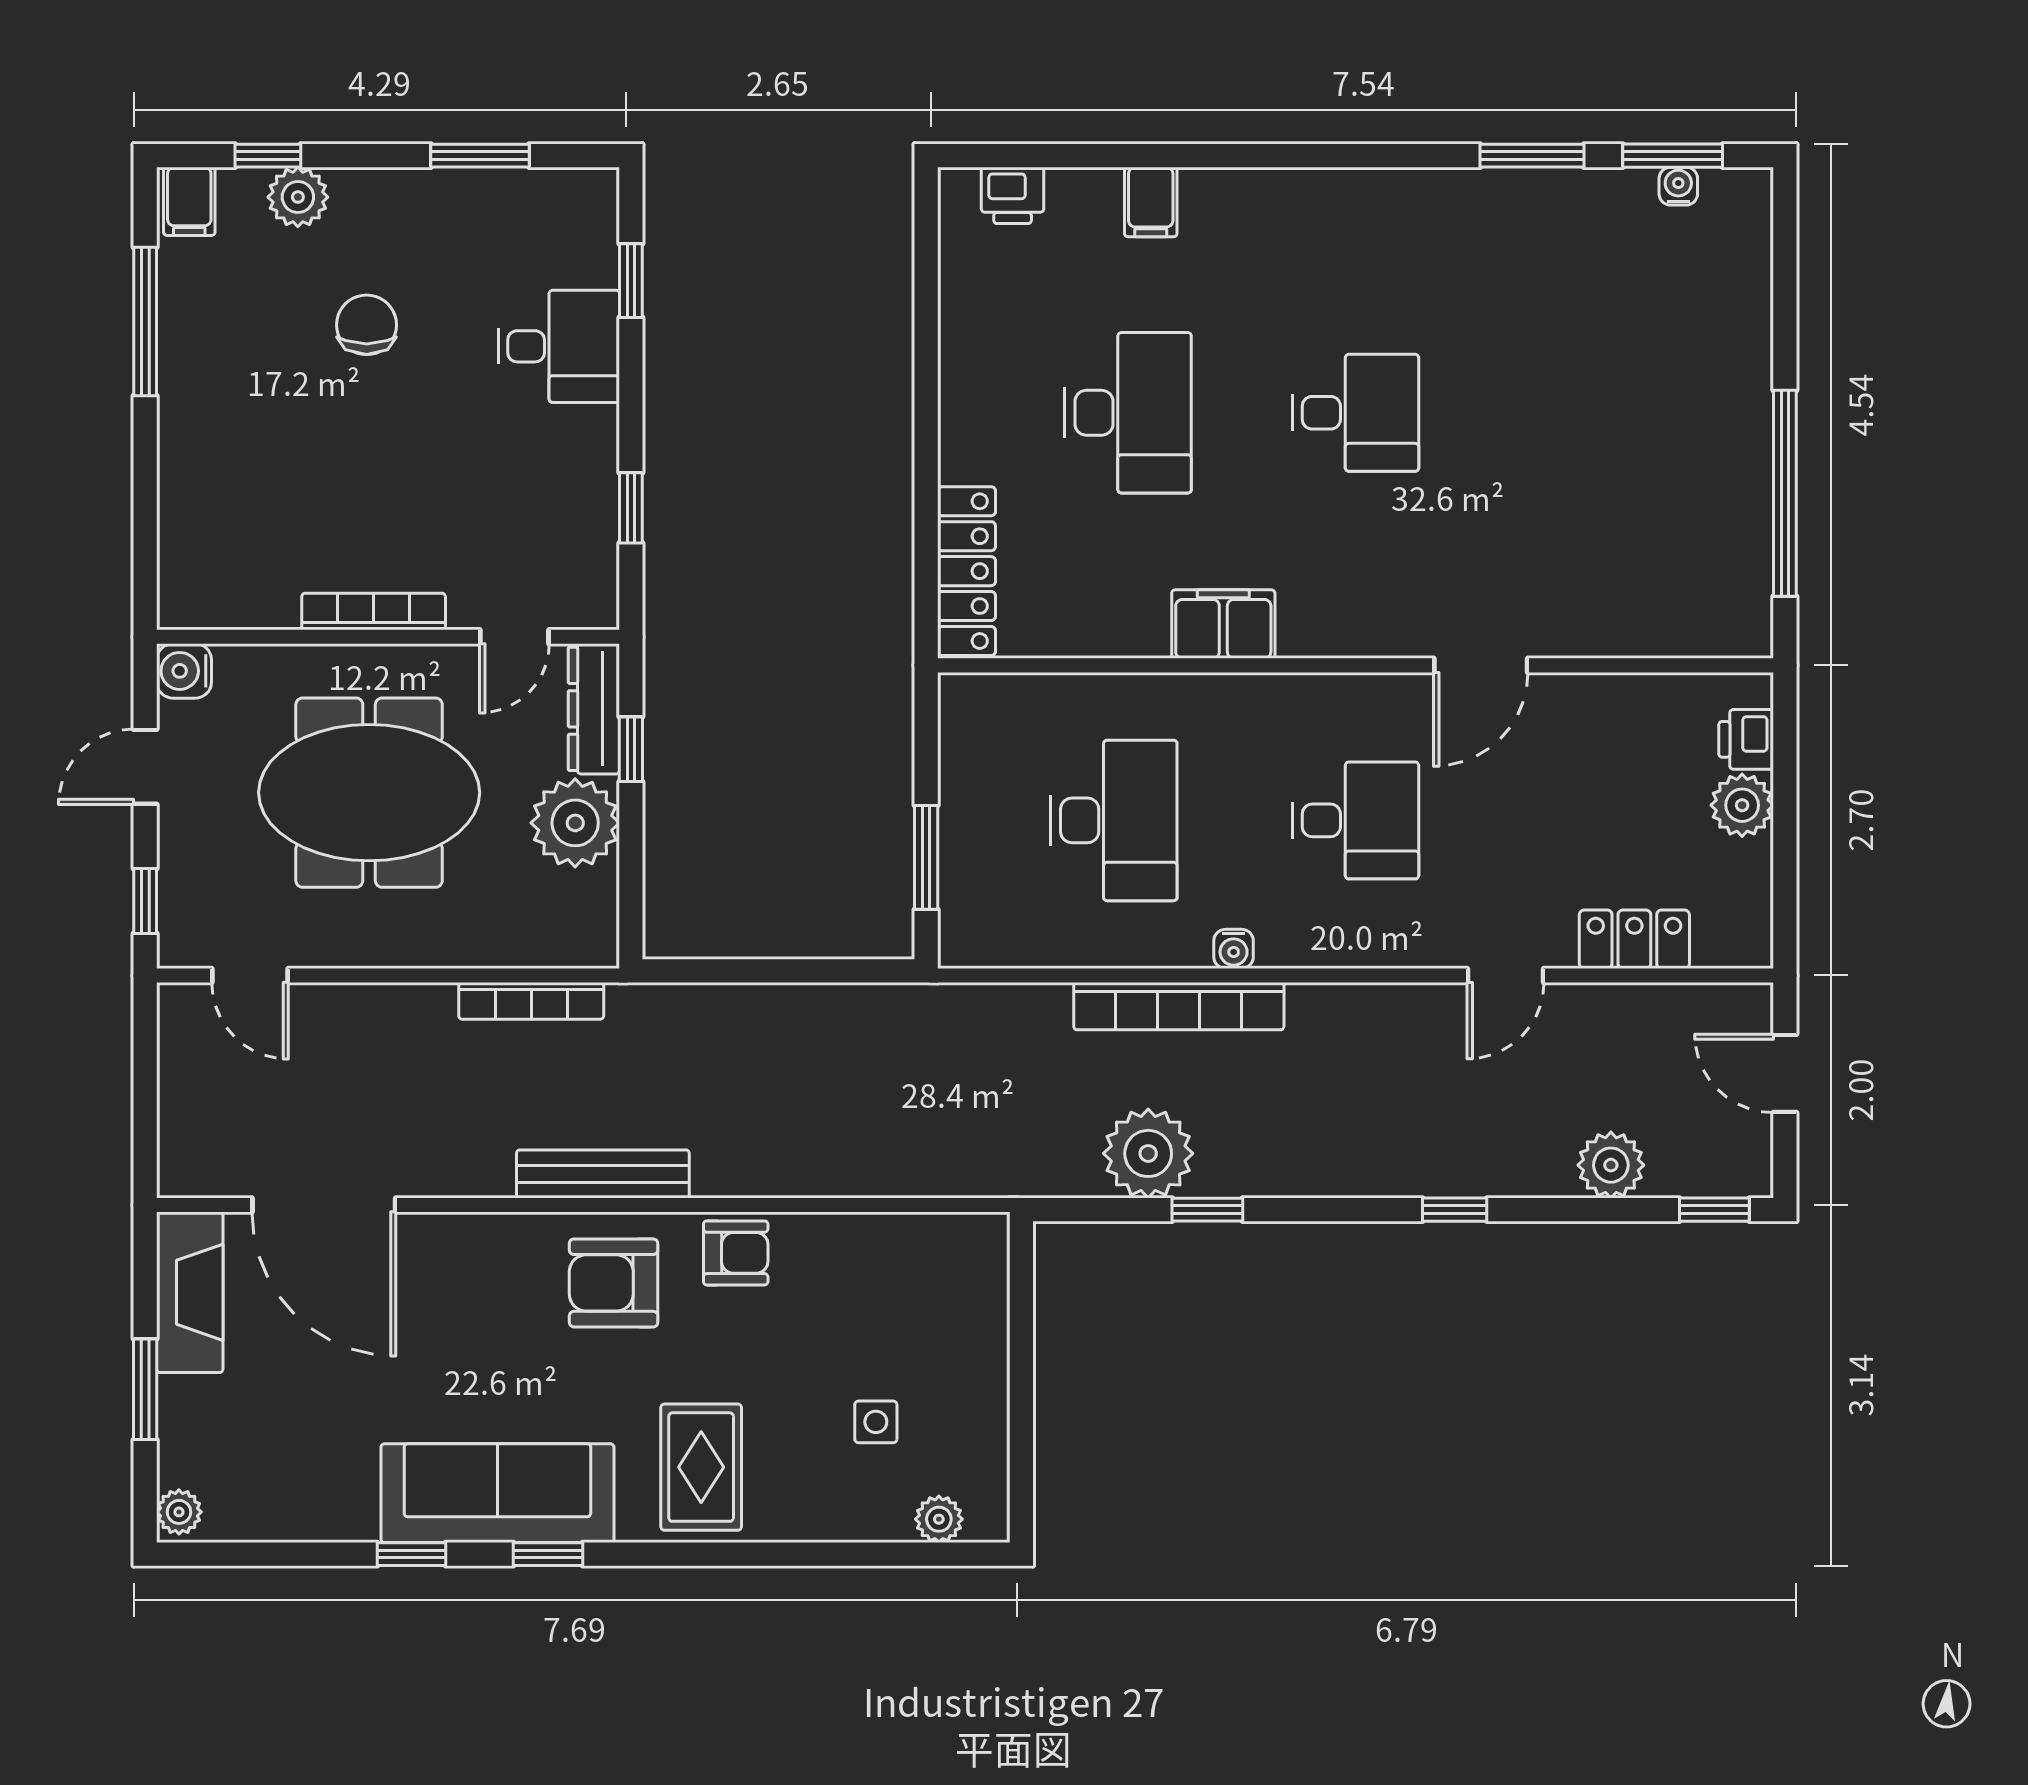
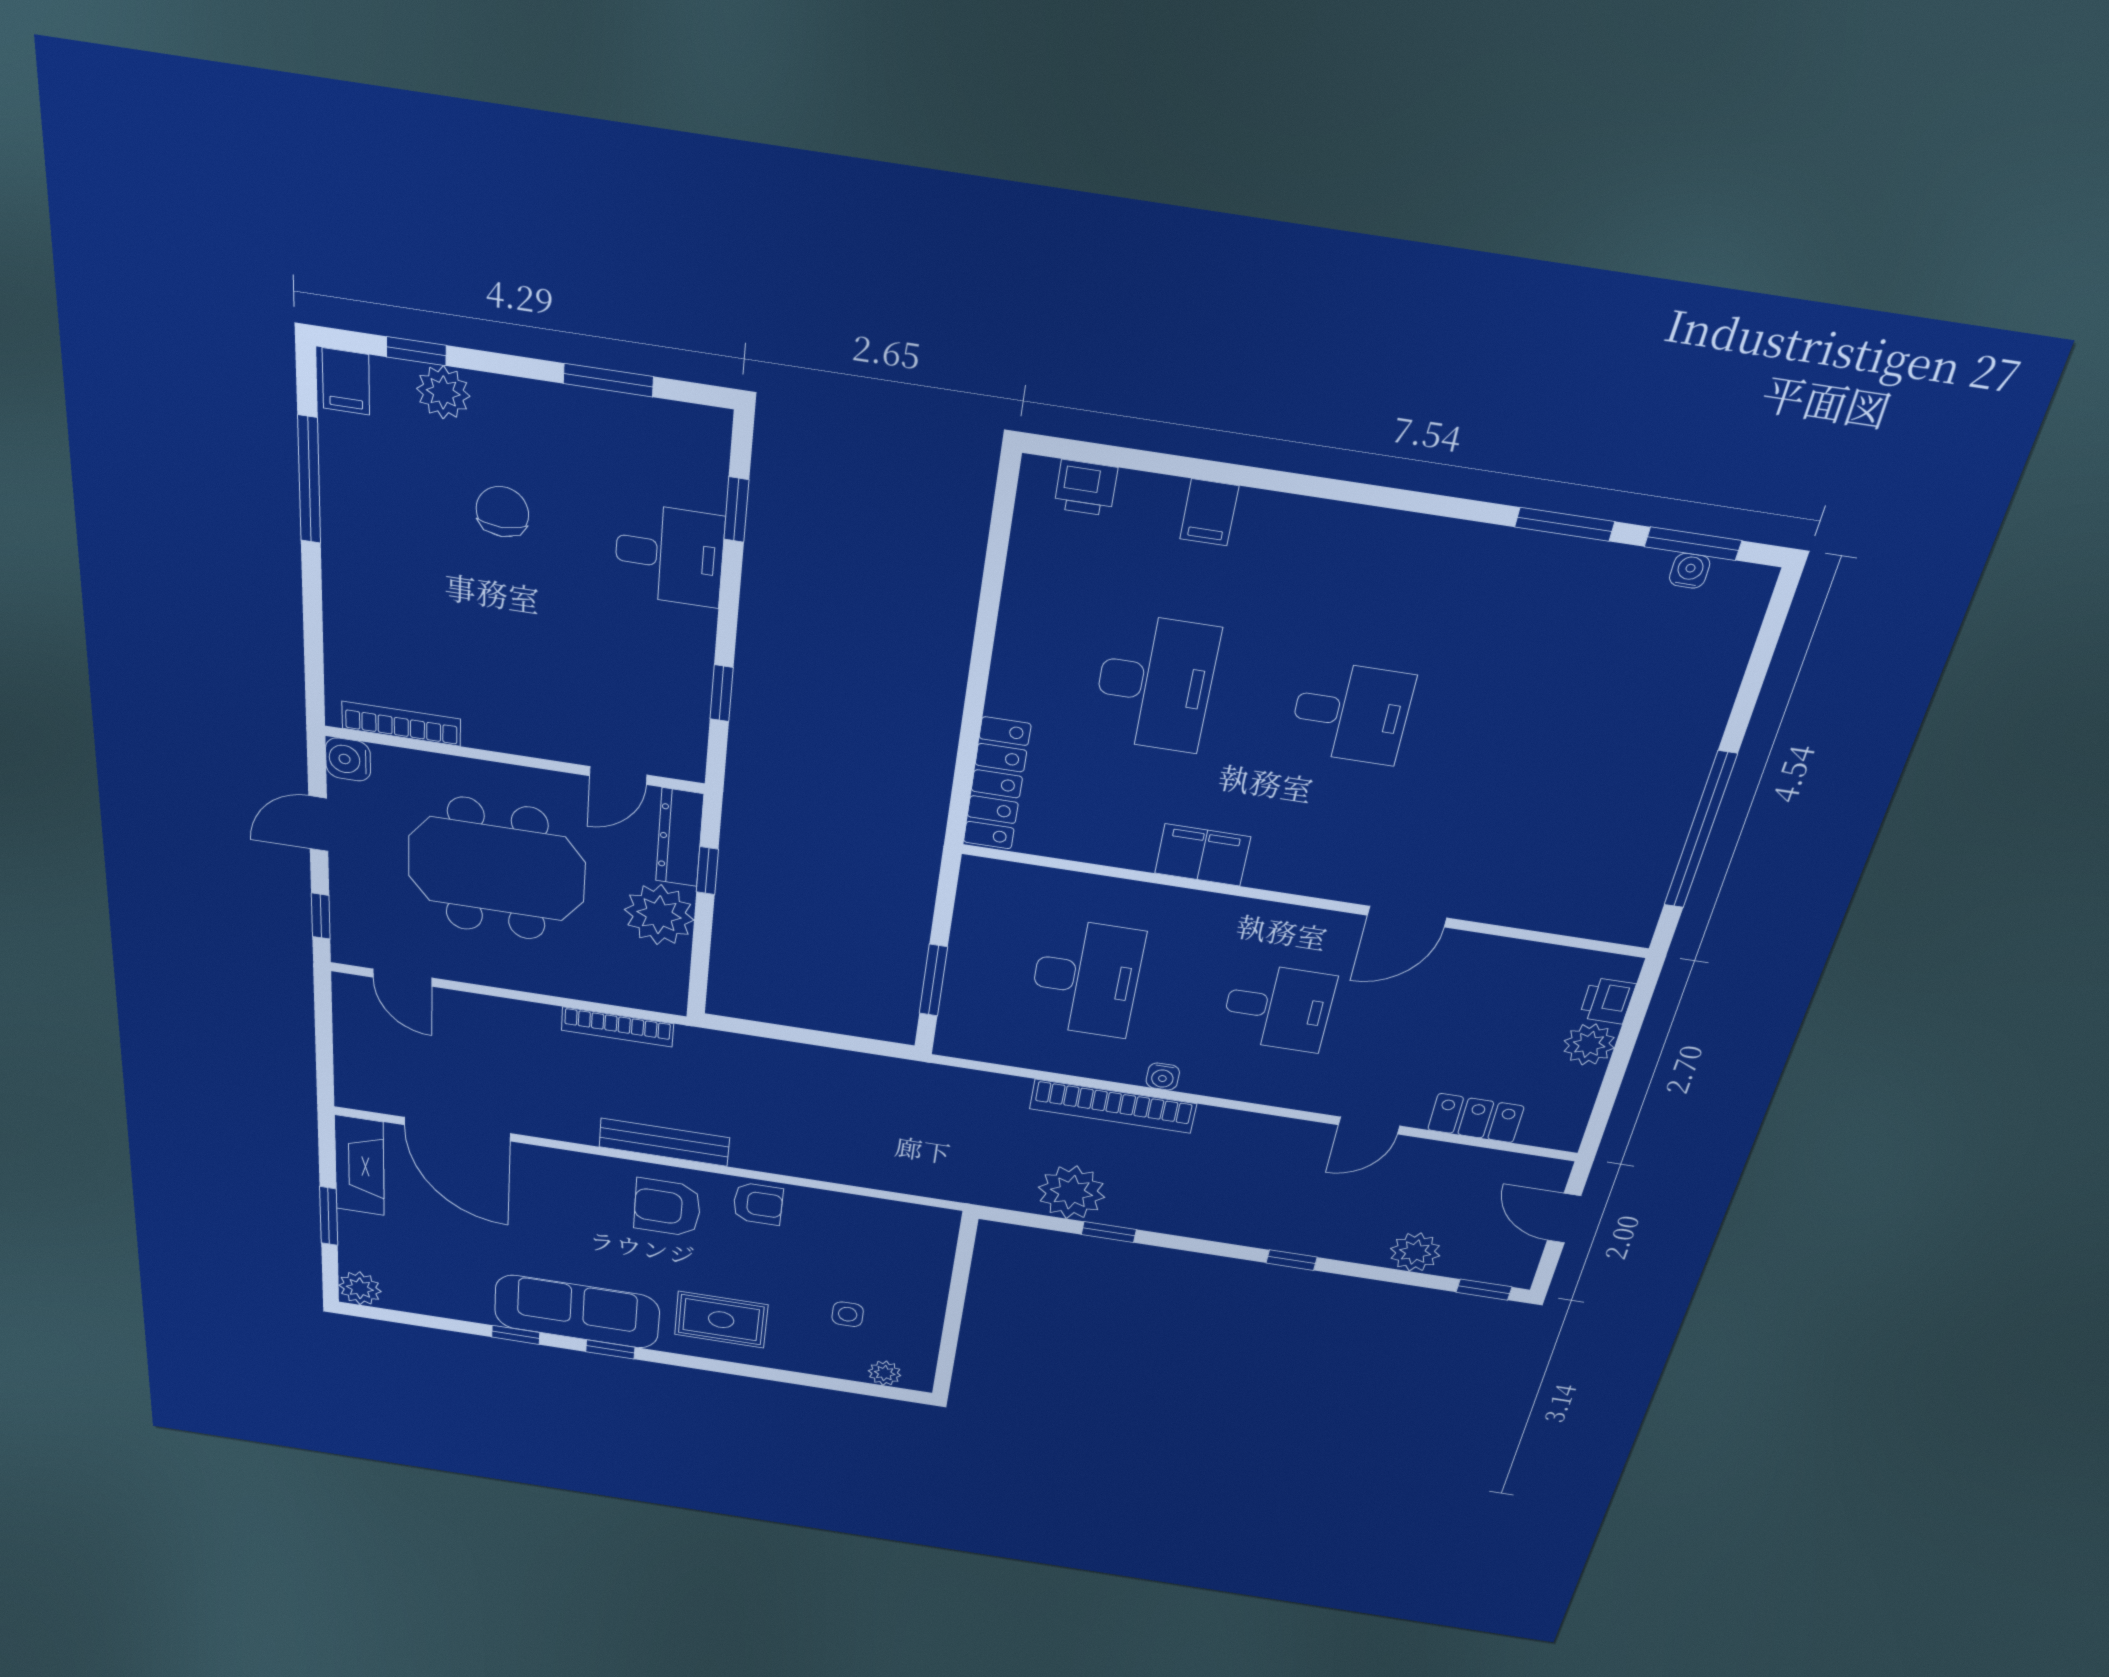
bookcase: (374, 611) -> (401, 724), moved
rug: (701, 1467) -> (721, 1320), turned 90
plant: (179, 1512) -> (360, 1288), width x1.38, depth x1.38

